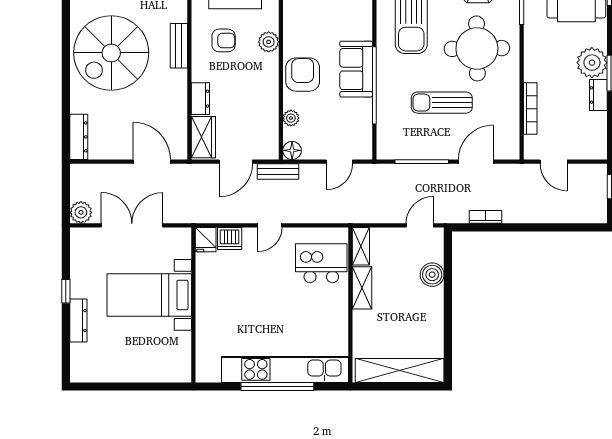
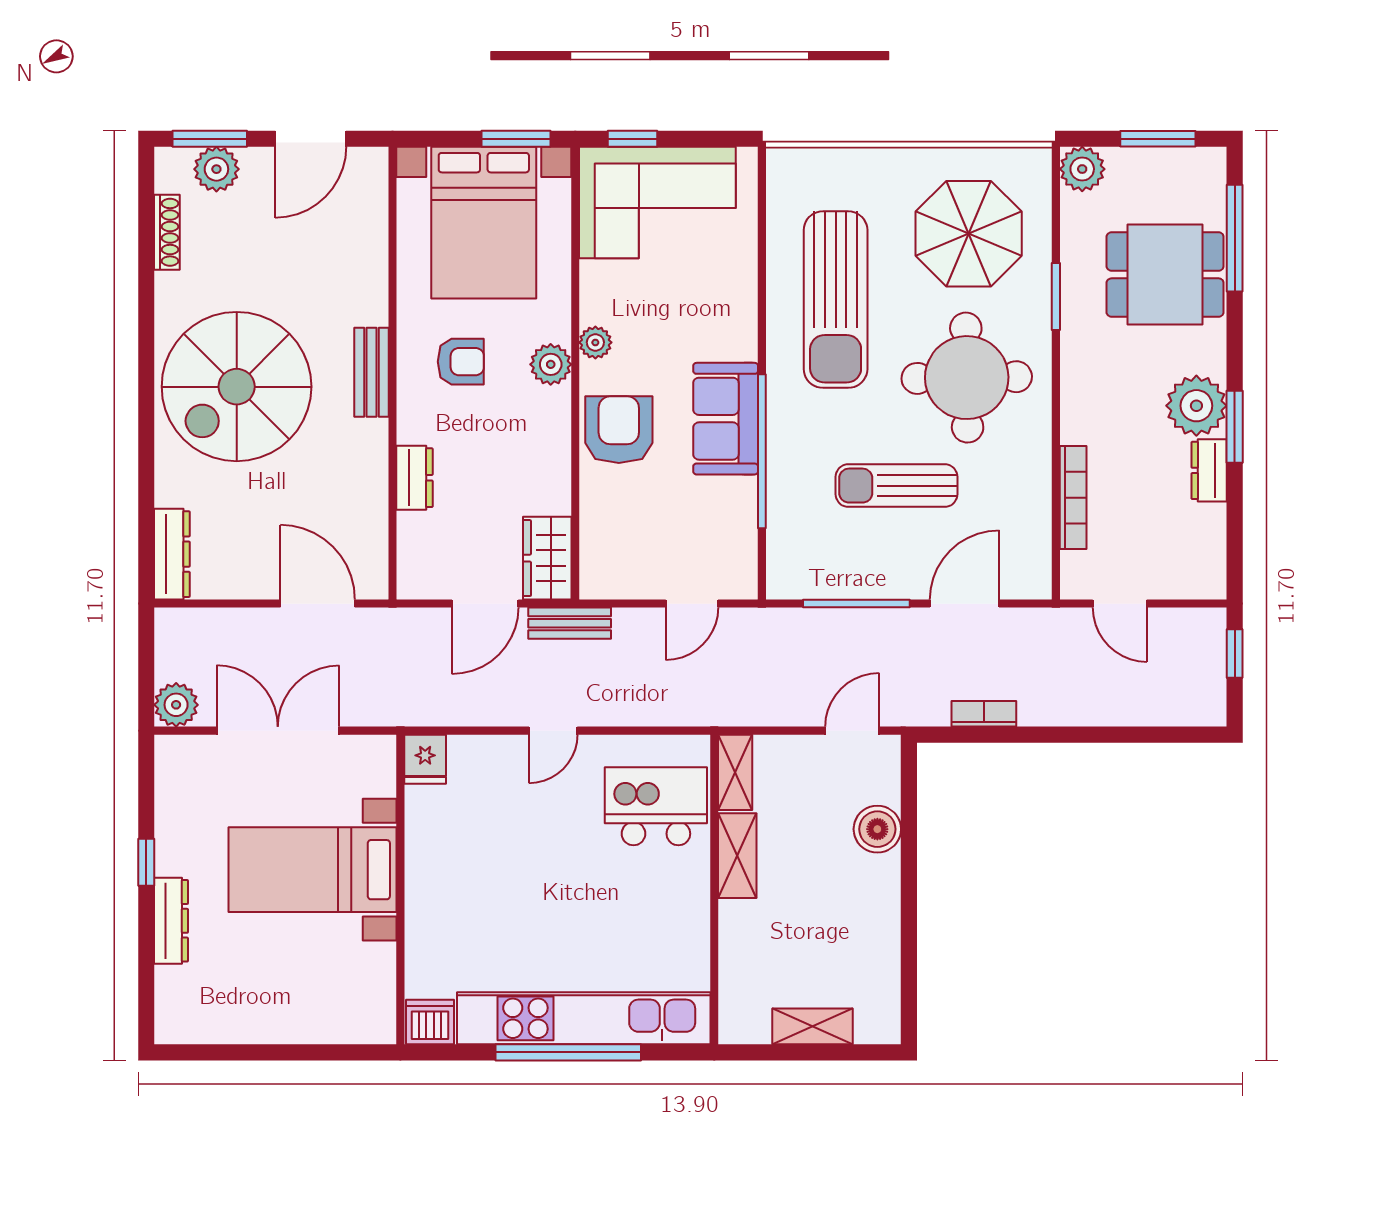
plant: (291, 118) -> (595, 342), moved
wardrobe: (203, 137) -> (547, 558), moved, turned 180
floor lamp: (292, 150) -> (598, 581), removed
dishwasher: (230, 239) -> (430, 1022), moved, turned 180
shelving: (400, 370) -> (812, 1026), width x0.45, depth x0.75

